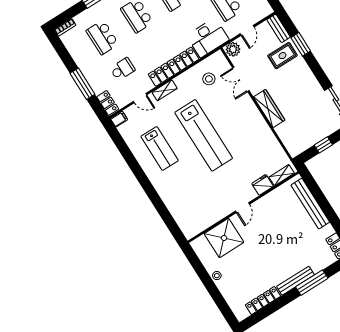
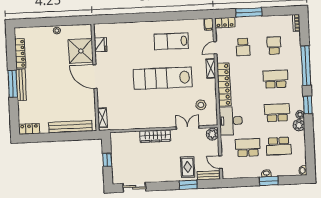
door: (247, 30) -> (221, 162), moved
school desk: (102, 37) -> (274, 46), width x0.54
fridge: (263, 185) -> (101, 45), moved
door: (243, 208) -> (95, 77), width x1.88
window: (312, 283) -> (13, 84), moved

